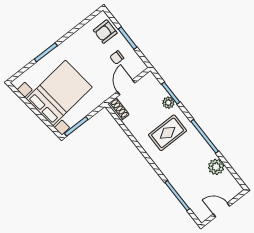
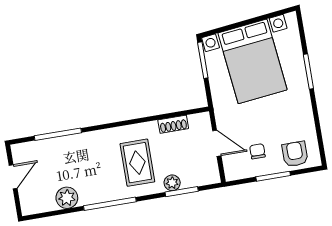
shoe rack: (118, 109) -> (173, 124), moved

